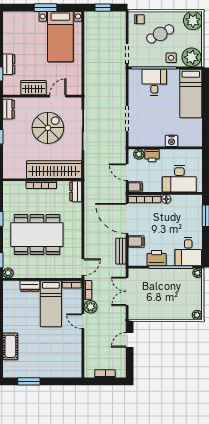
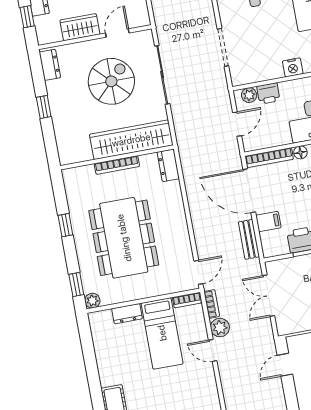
door: (127, 172) -> (237, 124), swing flipped
filing cabinet: (135, 187) -> (253, 143), removed
dining table: (37, 235) -> (124, 238), turned 90

